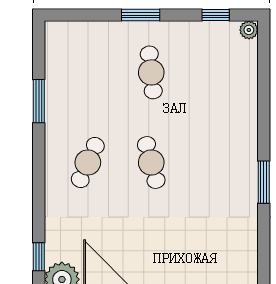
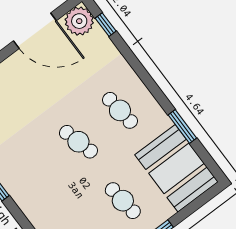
booth: (75, 65) -> (177, 168), added
cafe table: (88, 163) -> (120, 110), turned -30

